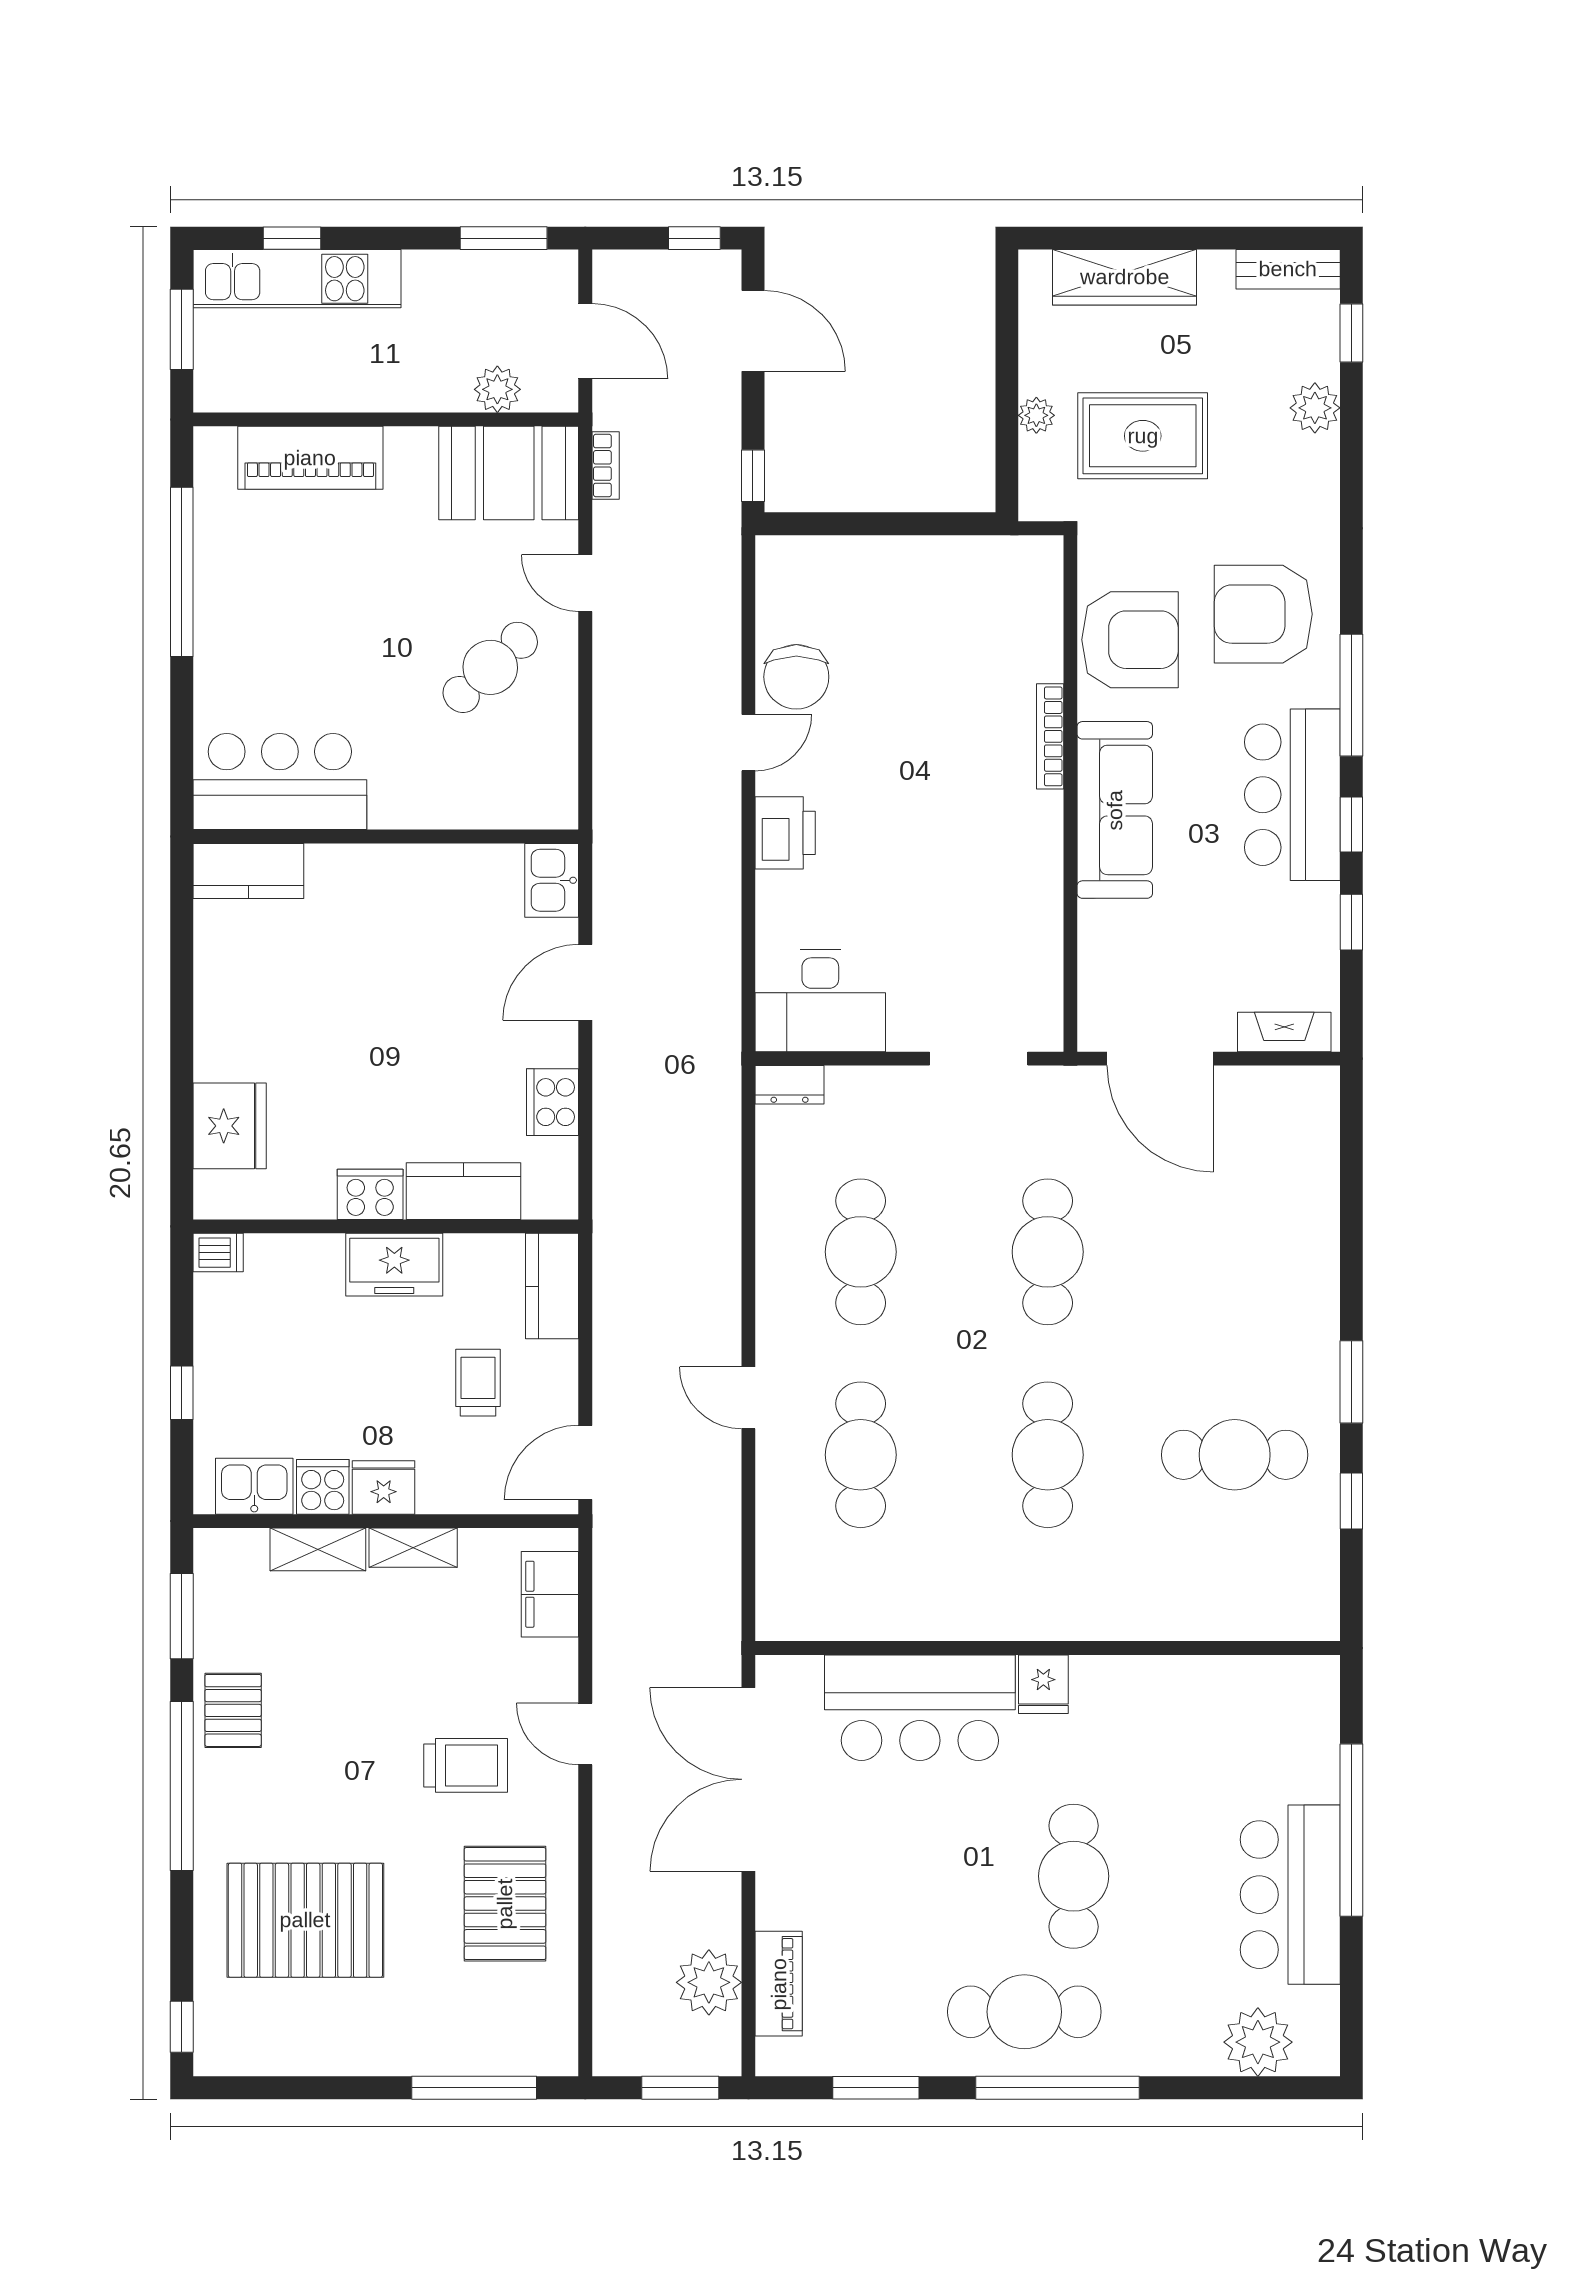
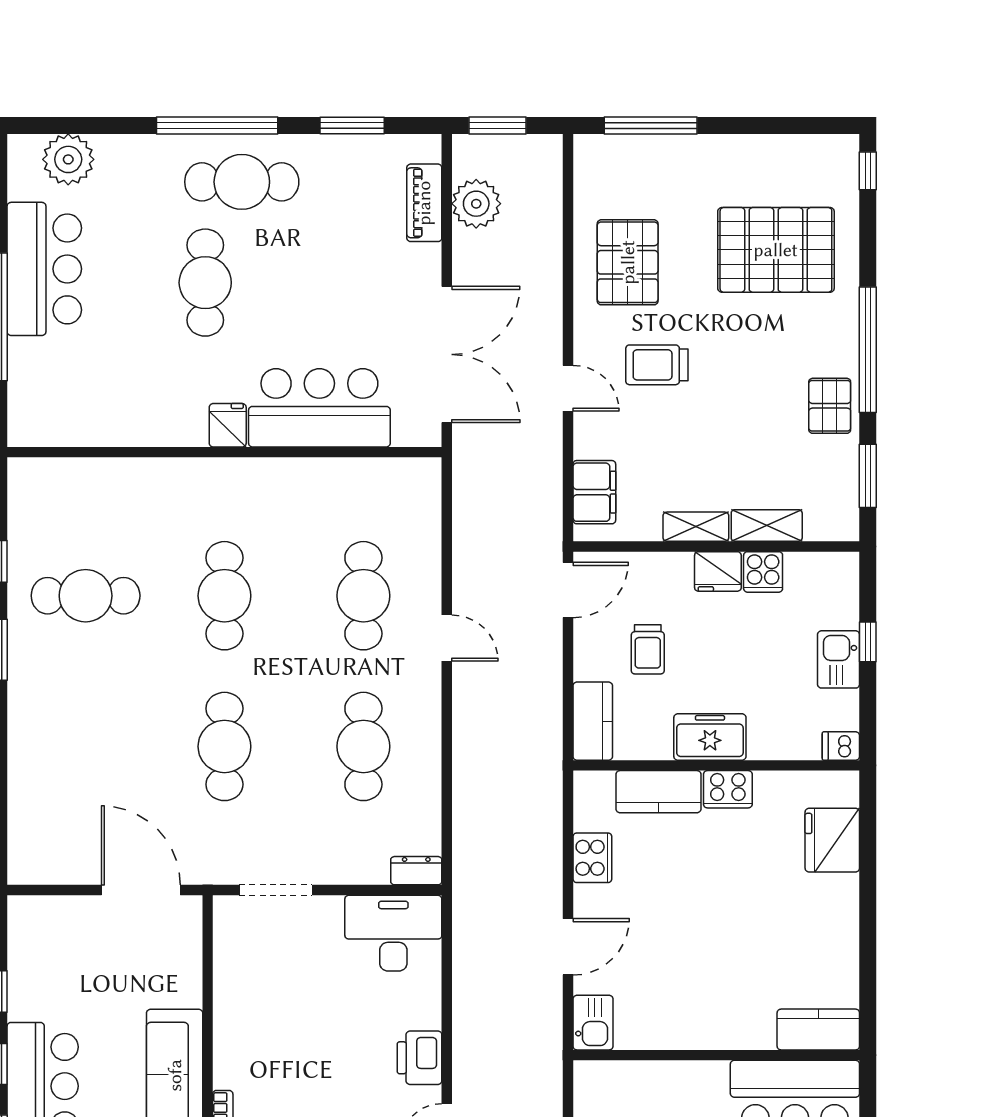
fireplace: (1284, 1032) -> (49, 910), removed
kitchen sink: (254, 1486) -> (839, 659), moved, turned 90

